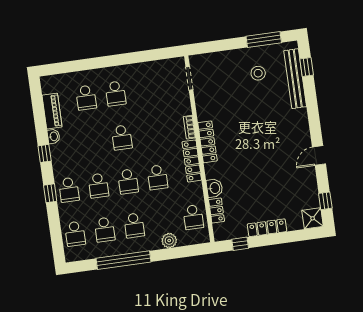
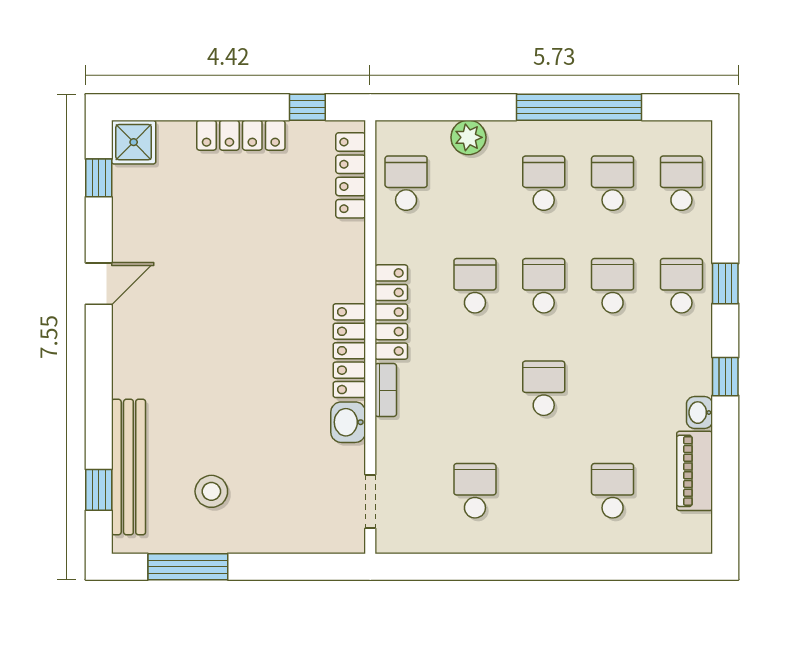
school desk: (116, 93) -> (475, 491), moved
washbasin: (214, 188) -> (348, 422), moved
locker: (217, 211) -> (351, 175), width x1.53

